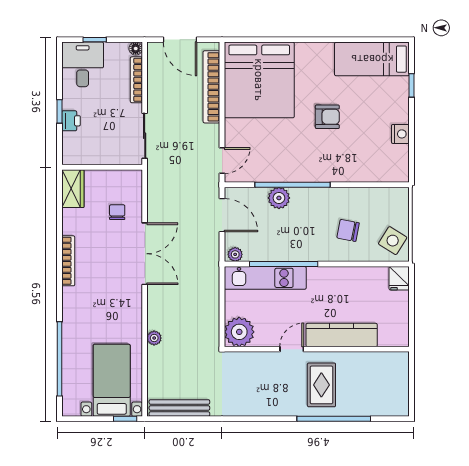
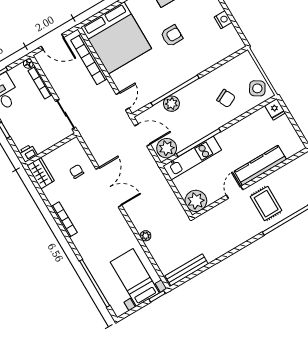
printer: (71, 121) -> (28, 153), moved, turned -90
chair: (348, 230) -> (226, 98), turned -127
plant: (235, 254) -> (167, 148), width x1.87, depth x1.87

